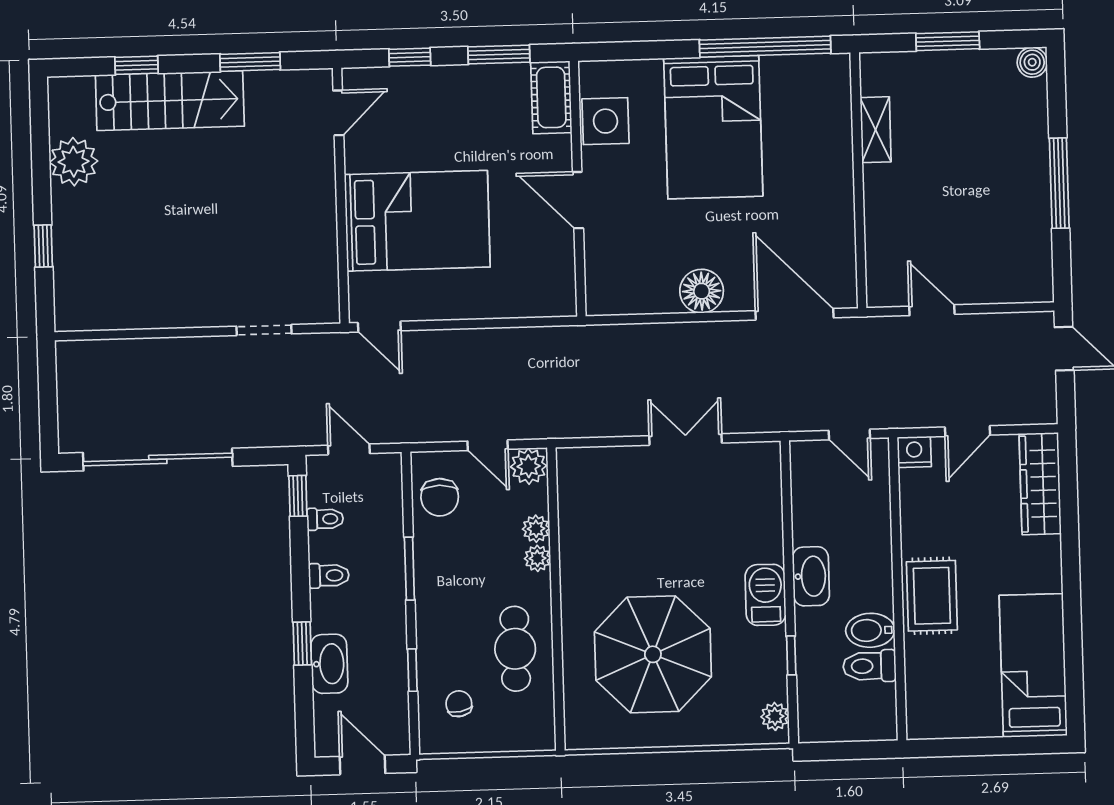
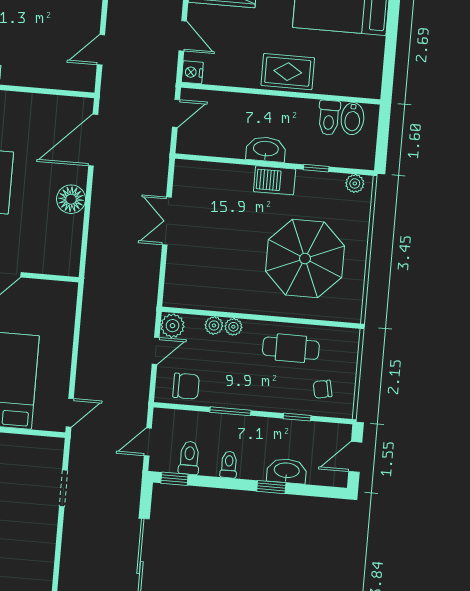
toilet: (325, 519) -> (189, 458), width x1.37, depth x1.39
bidet: (870, 630) -> (352, 119), moved

